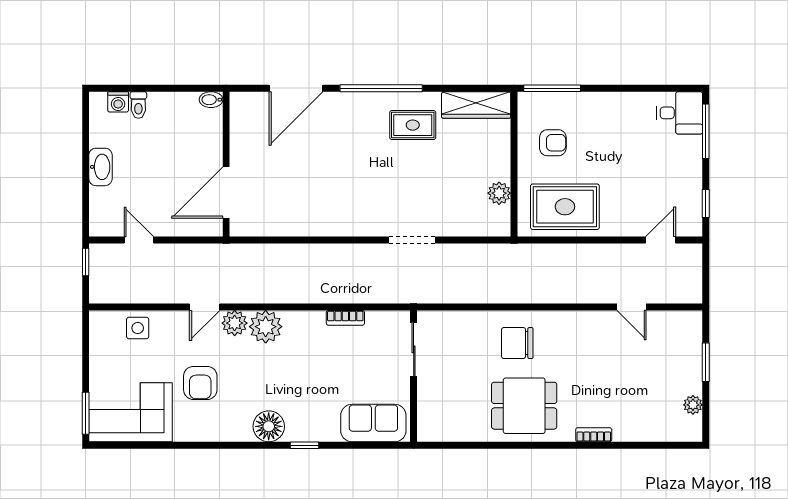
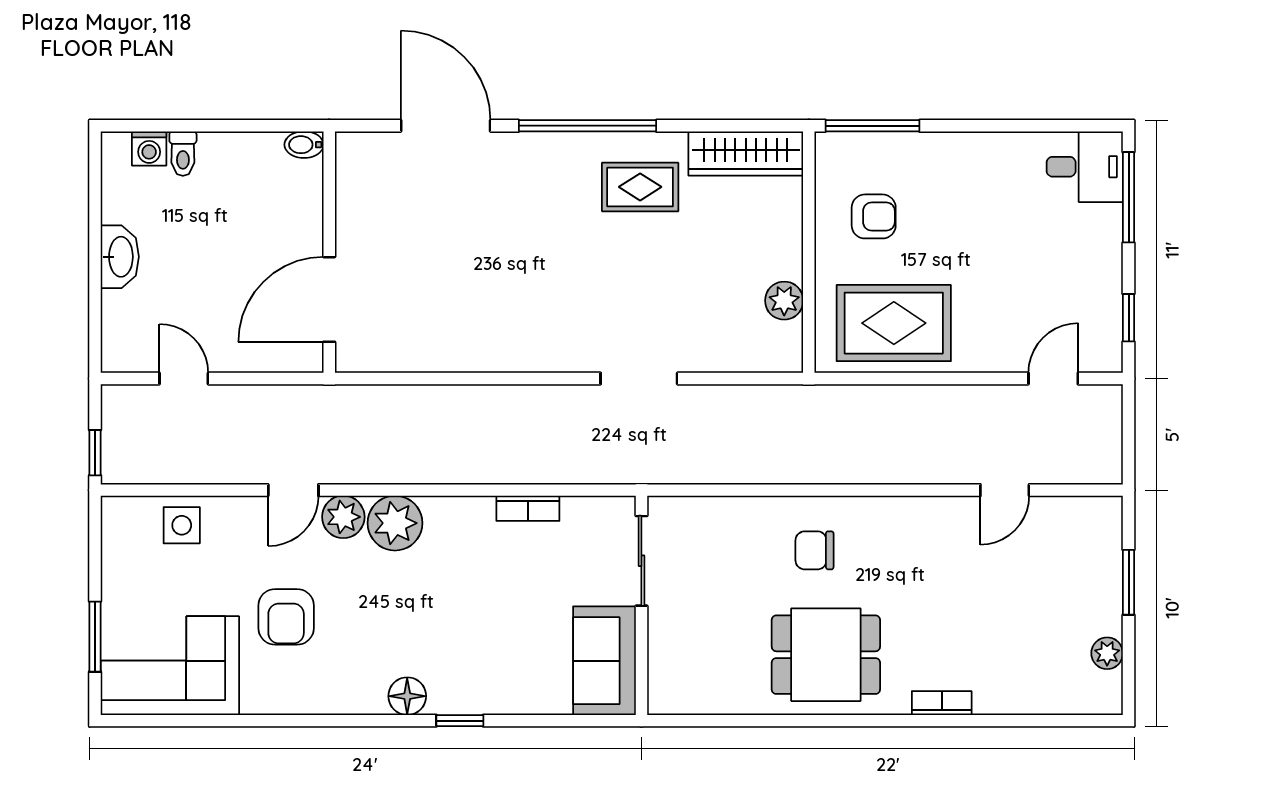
door: (296, 88) -> (446, 126), swing flipped
window: (86, 262) -> (95, 453), moved
door: (631, 307) -> (1005, 490), hinge flipped
chair: (517, 343) -> (814, 550), width x0.73, depth x0.73
window: (86, 413) -> (95, 637), moved
sofa: (373, 423) -> (605, 661), moved, turned -90
floor lamp: (269, 426) -> (407, 696), width x0.73, depth x0.73

